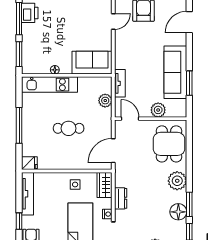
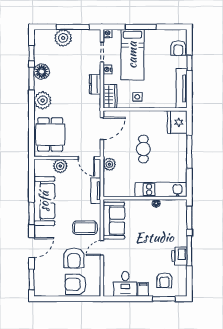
coffee table: (132, 43) -> (85, 228), added
sofa: (92, 63) -> (114, 221), moved, turned -90
window: (189, 83) -> (32, 213), moved
plant: (105, 101) -> (109, 164), moved
cafe table: (69, 128) -> (143, 149), turned 90
fridge: (29, 163) -> (177, 122), width x1.88, depth x1.34

